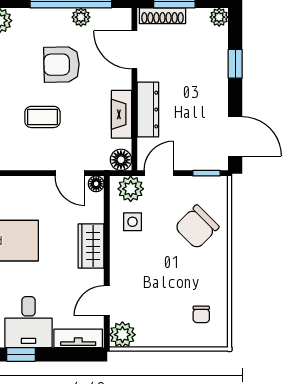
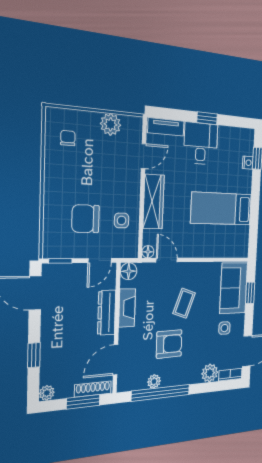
door: (134, 50) -> (116, 360), swing flipped
coffee table: (42, 117) -> (184, 303), turned -70
plant: (131, 189) -> (122, 248), removed
chair: (197, 227) -> (85, 219), moved, turned -135
wardrobe: (91, 246) -> (154, 202), width x1.50
plant: (122, 335) -> (111, 124), moved

